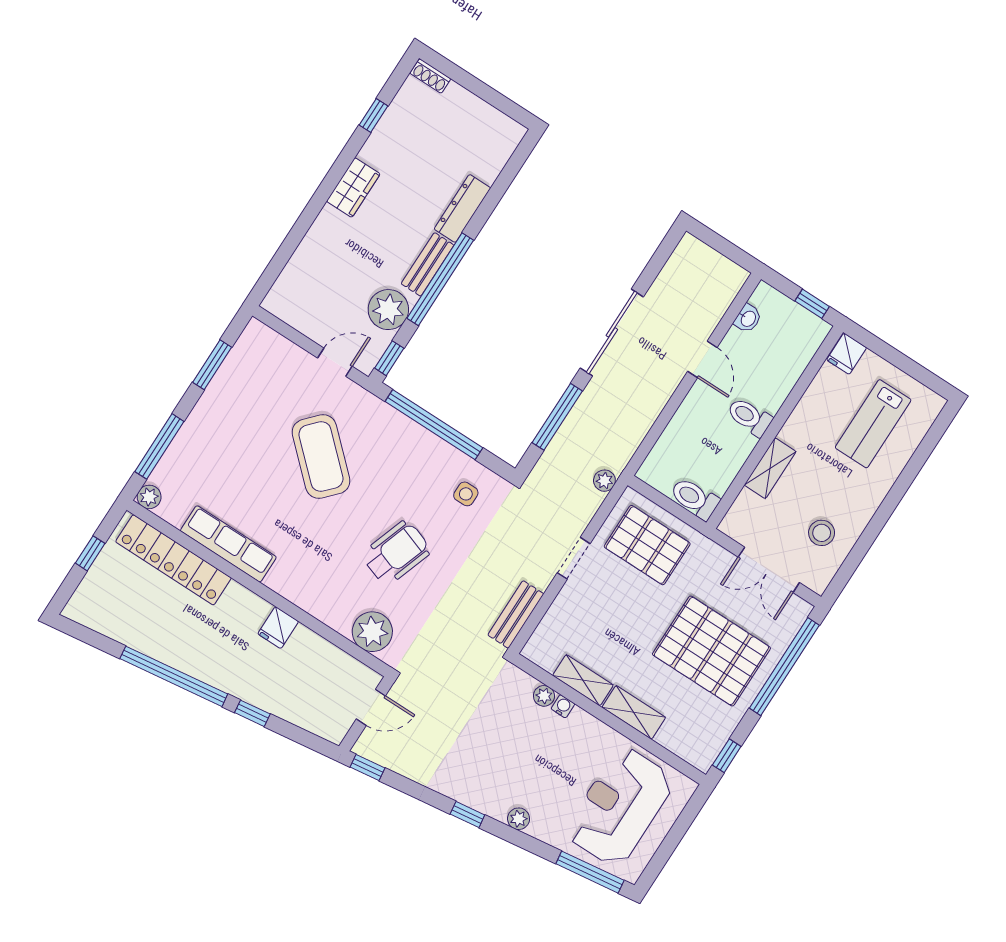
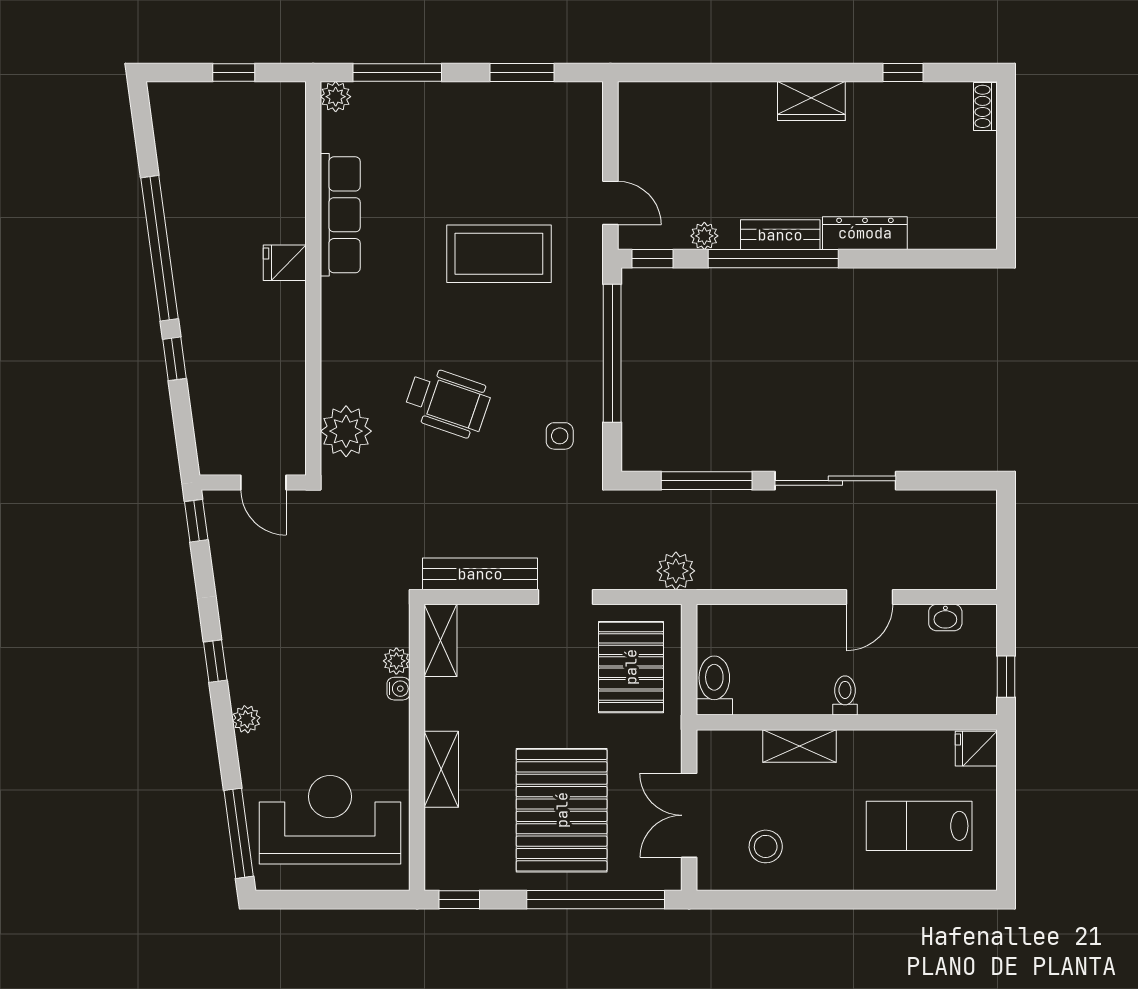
plant: (388, 310) -> (704, 236), width x0.53, depth x0.53
toilet: (749, 417) -> (845, 695), width x0.73, depth x0.72
coffee table: (321, 457) -> (499, 254), turned 47
plant: (604, 481) -> (676, 571), width x1.38, depth x1.38
locker: (173, 560) -> (285, 167), removed
bench: (516, 614) -> (480, 574), width x1.36
fridge: (278, 628) -> (285, 263), moved
shelving: (583, 680) -> (441, 640), moved

